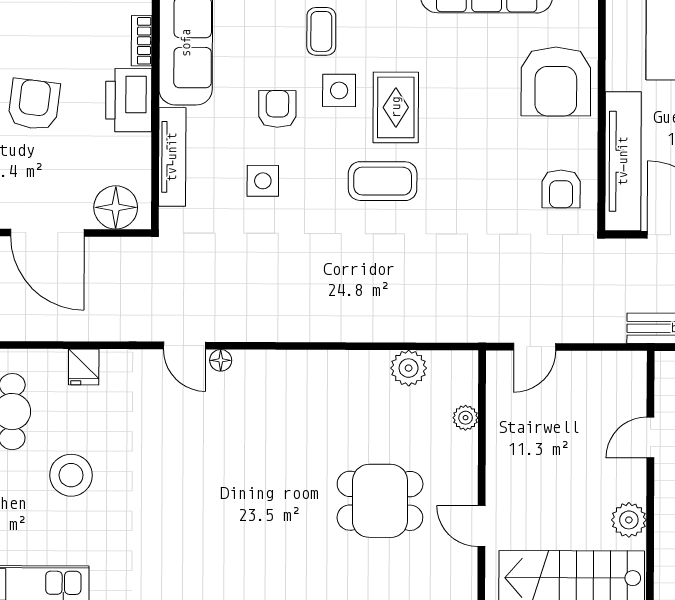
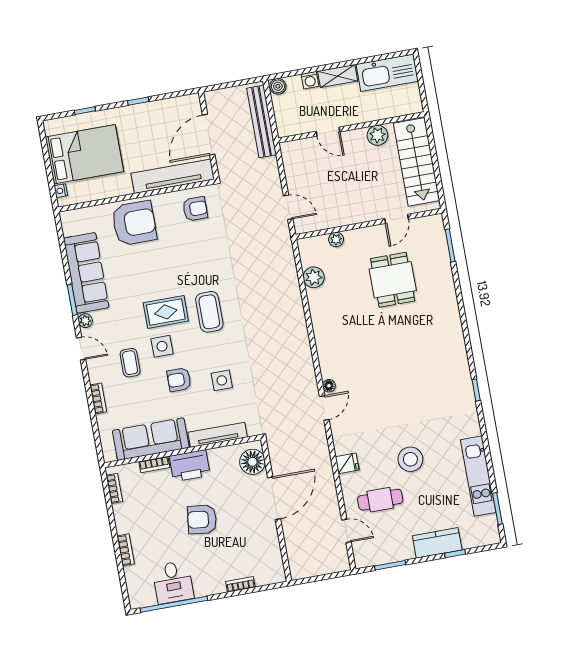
coffee table: (321, 31) -> (130, 363), turned 90

